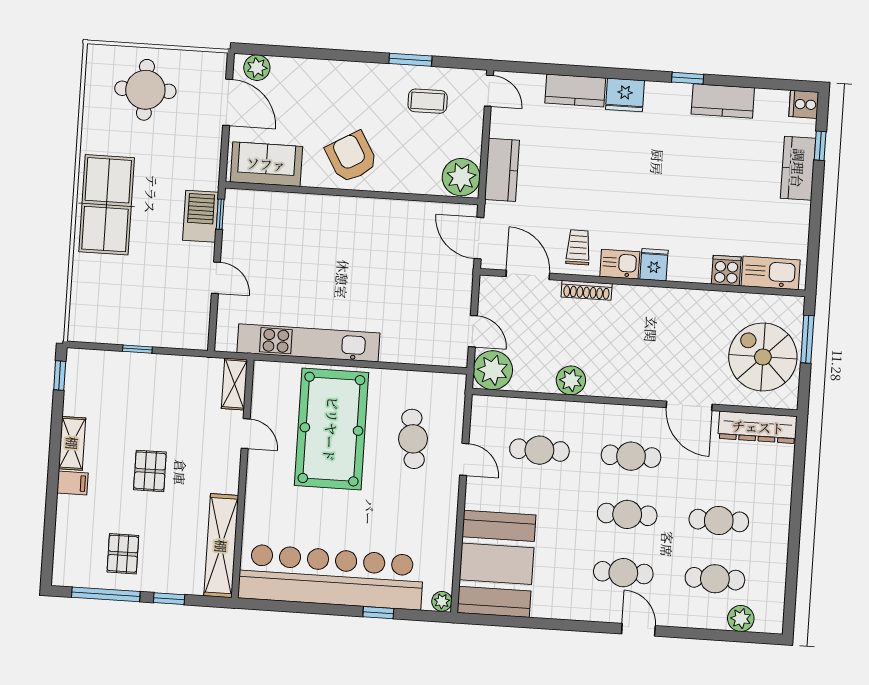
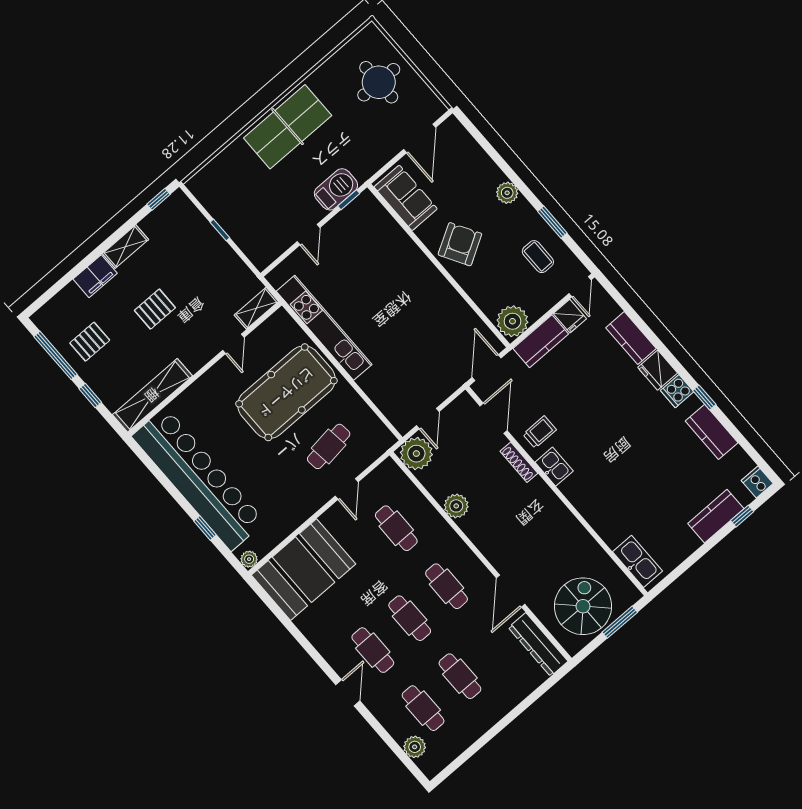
plant: (257, 68) -> (507, 193), moved
fridge: (654, 265) -> (570, 316), moved, turned 90
cooker: (726, 270) -> (677, 391), moved, turned 180
filing cabinet: (72, 483) -> (95, 276), width x2.00

